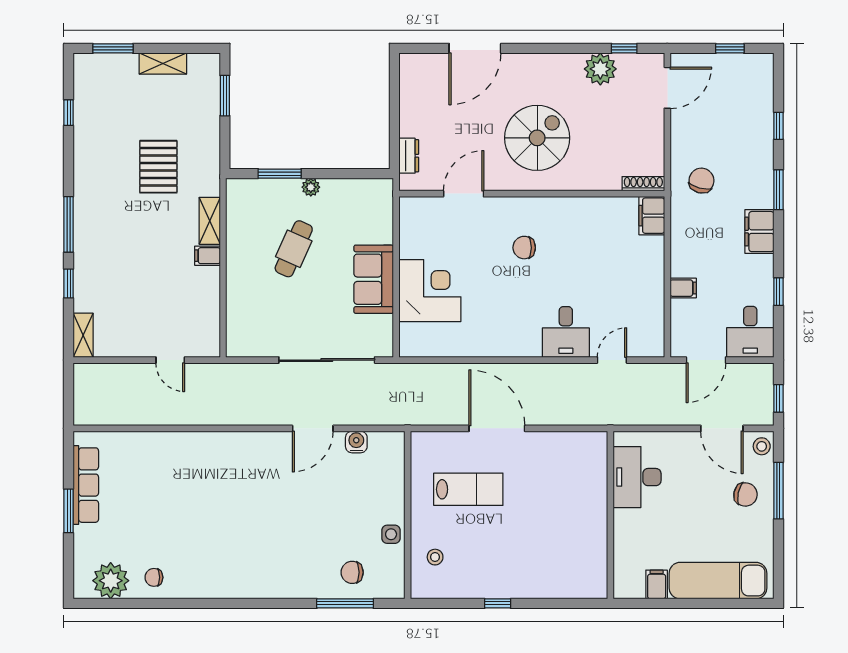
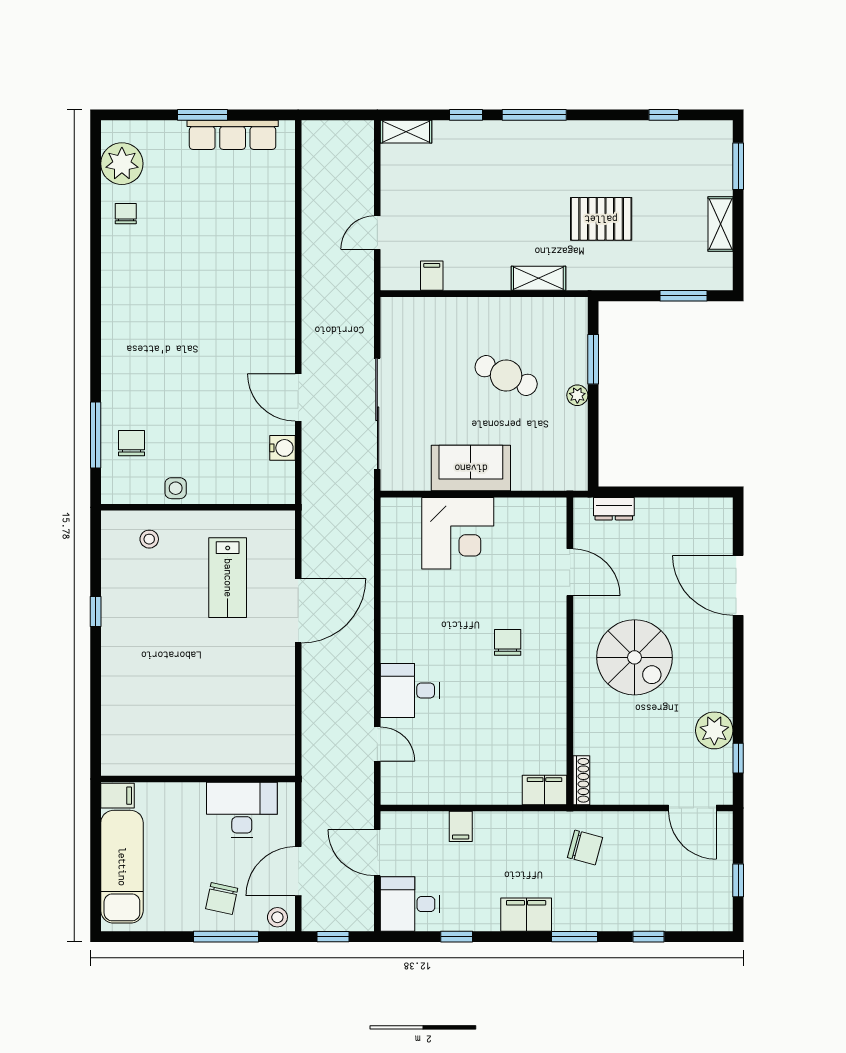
filing cabinet: (208, 256) -> (432, 276), moved
desk: (637, 477) -> (242, 810), moved
wall: (610, 515) -> (198, 779), moved

